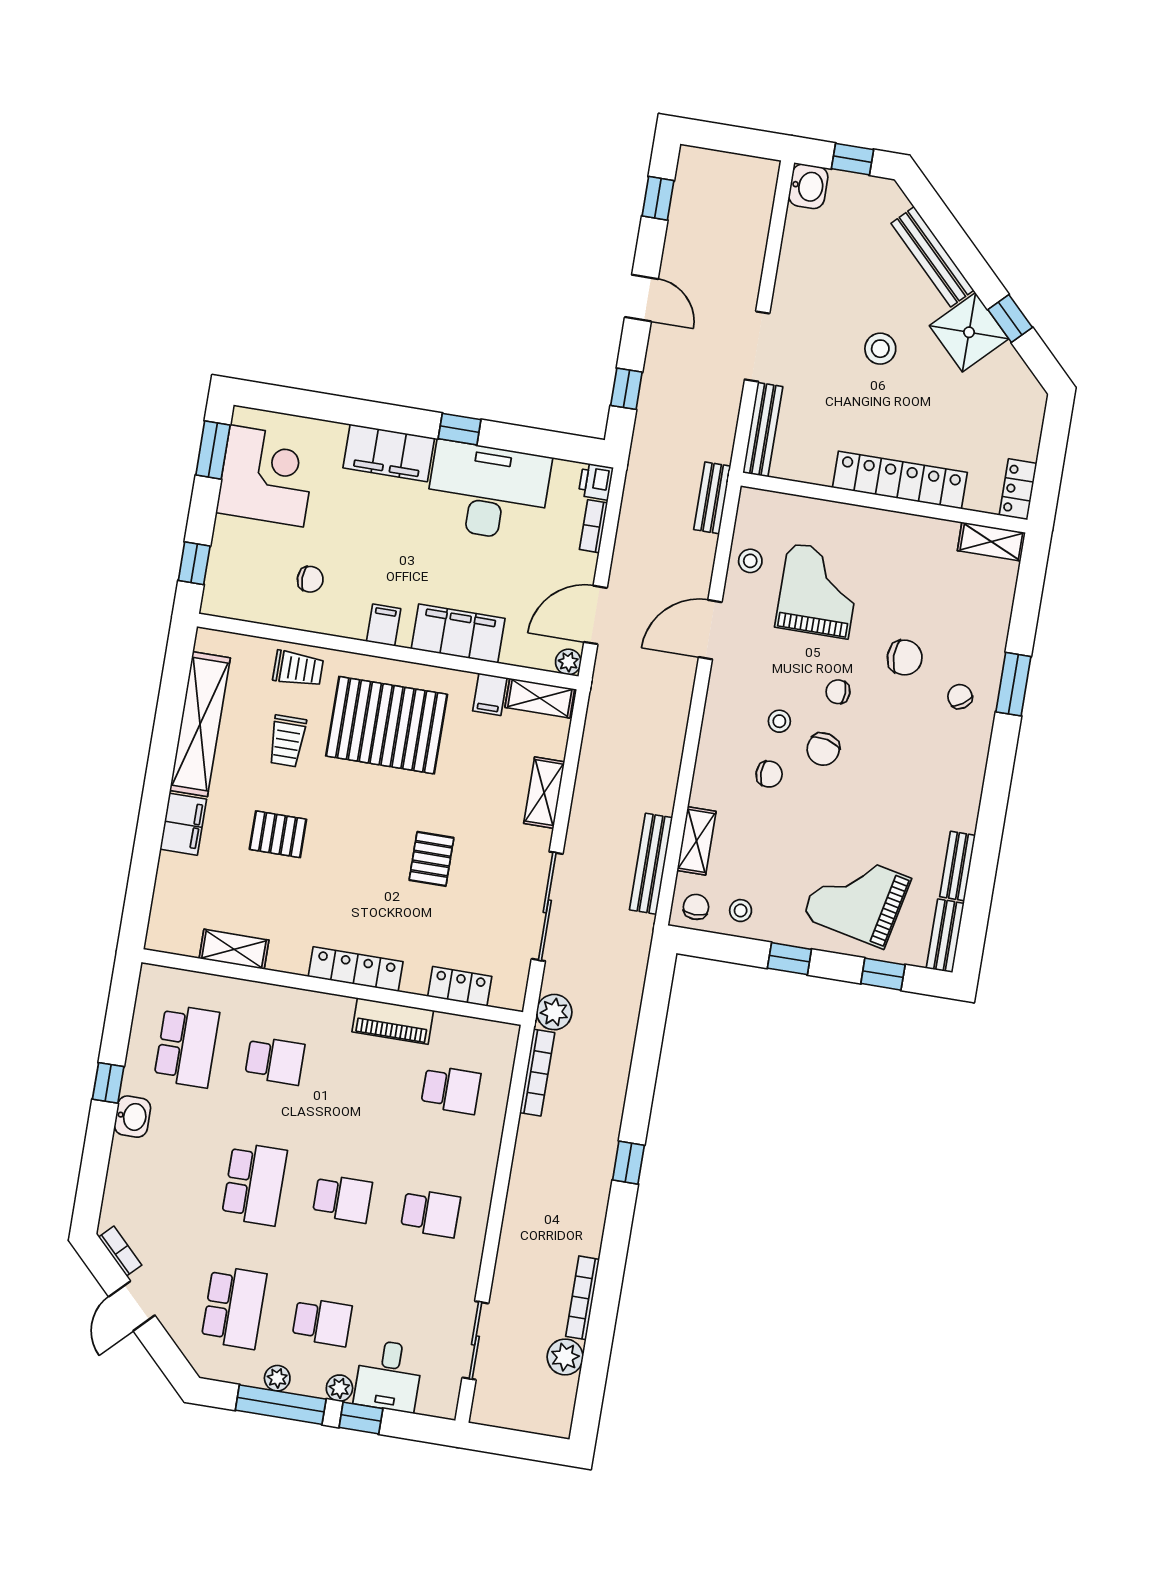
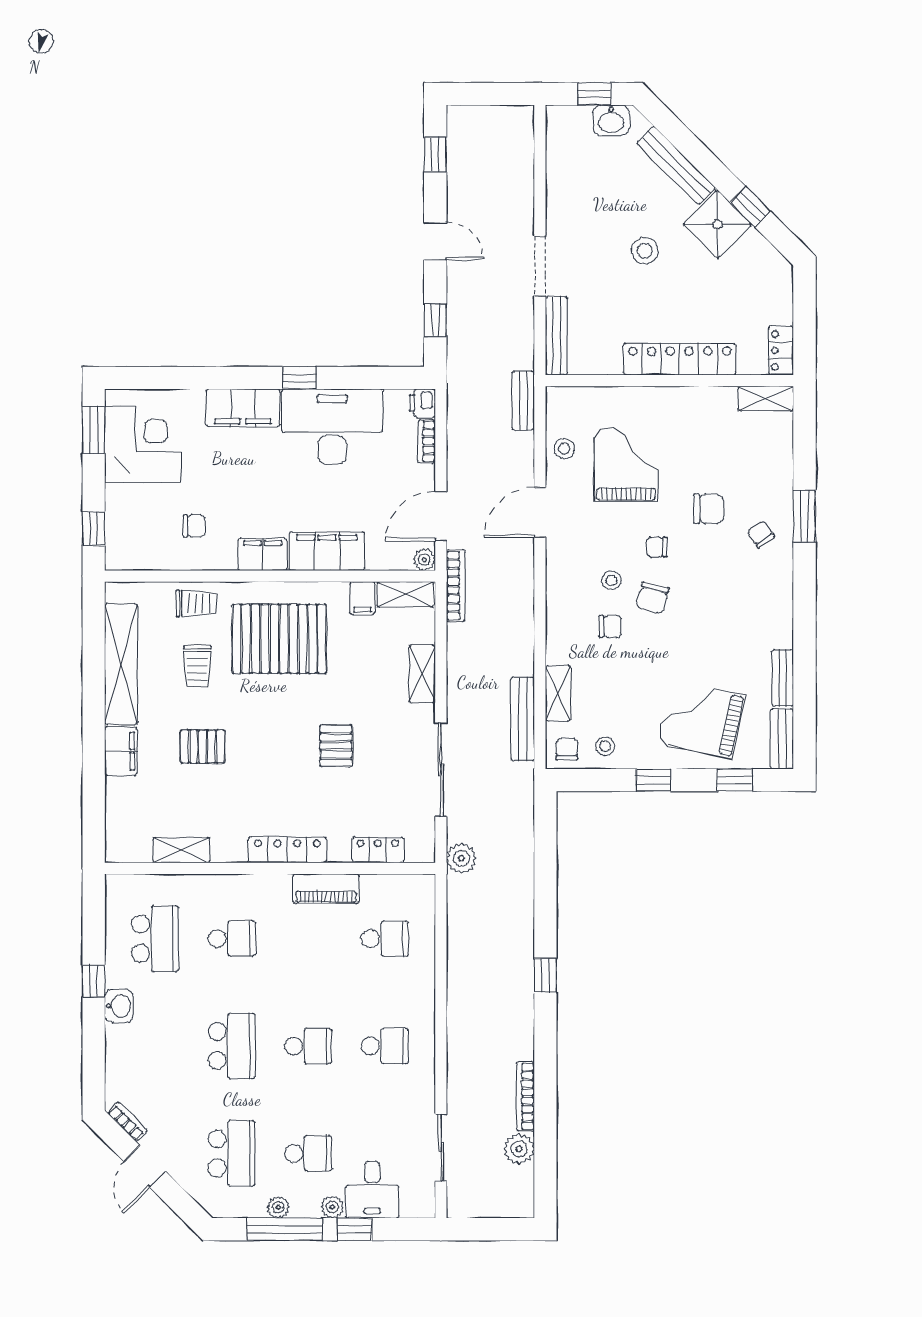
washbasin: (808, 186) -> (611, 120), moved, turned 90
filing cabinet: (384, 625) -> (263, 554), width x2.00
bookcase: (537, 1073) -> (456, 586), moved

